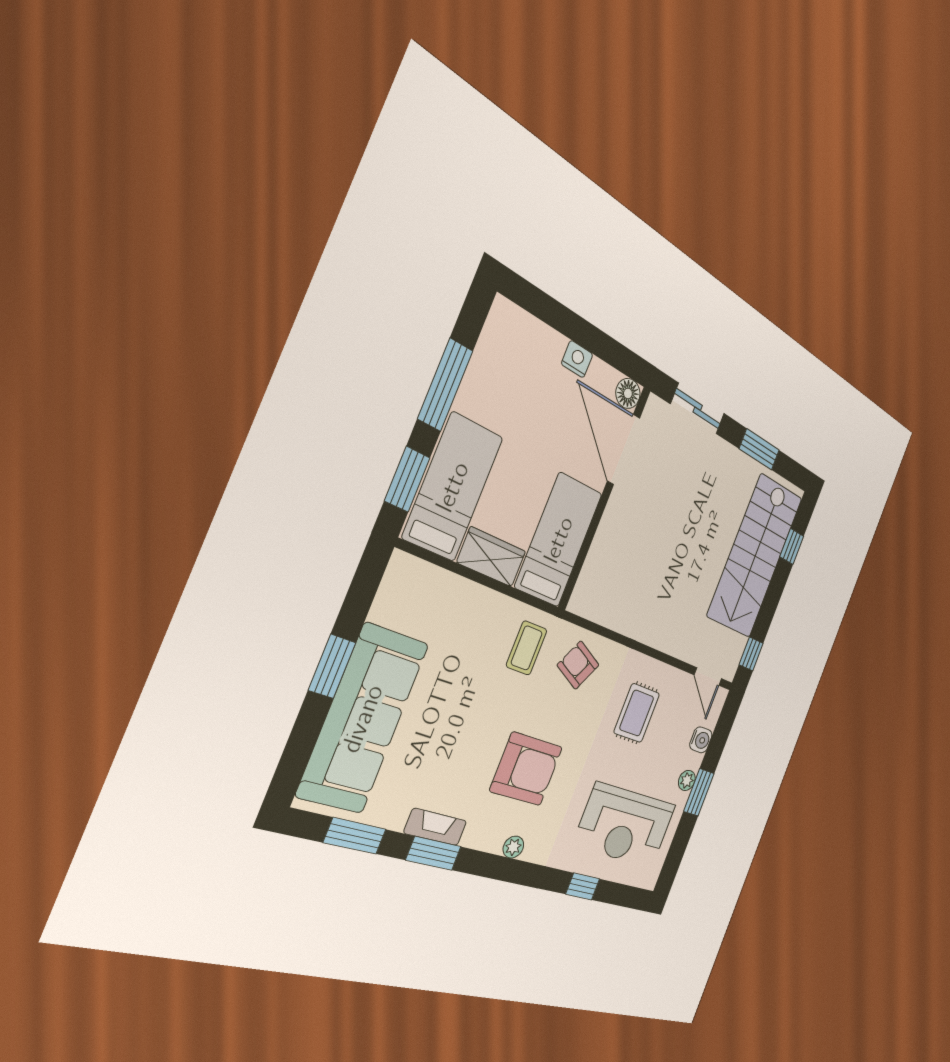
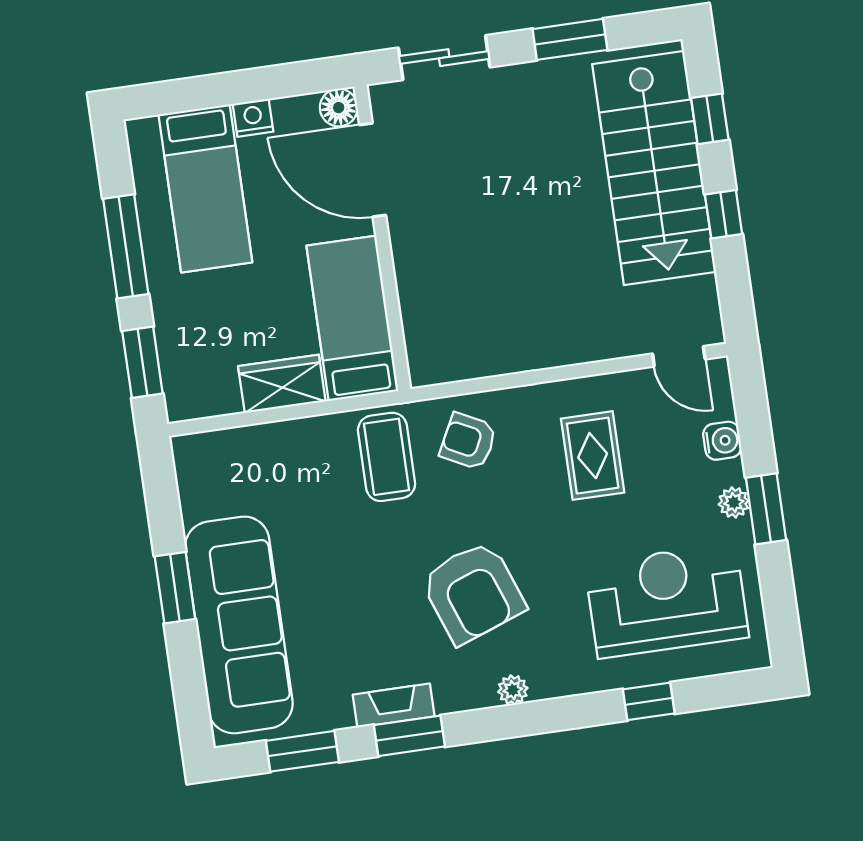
bed: (453, 487) -> (205, 188), moved, turned 180
coffee table: (527, 648) -> (387, 457), width x1.36, depth x1.30
window: (751, 654) -> (724, 214), moved
armchair: (526, 769) -> (473, 592), turned 70
reception desk: (625, 825) -> (667, 601), turned 180

